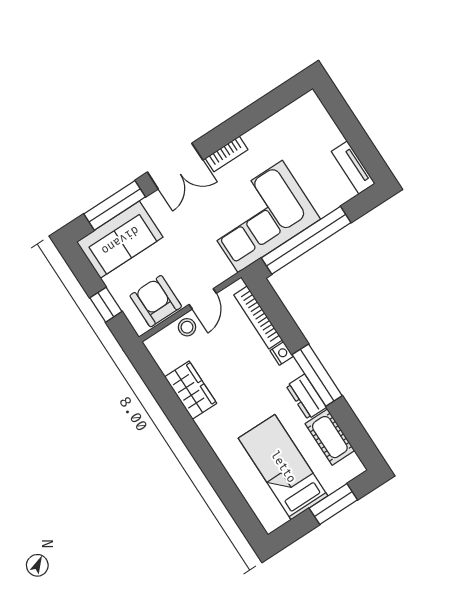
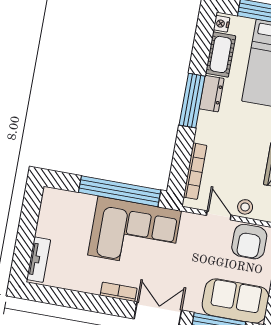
tv unit: (353, 168) -> (39, 260), moved
door: (203, 299) -> (219, 215), hinge flipped
nightstand: (282, 353) -> (222, 24), moved

